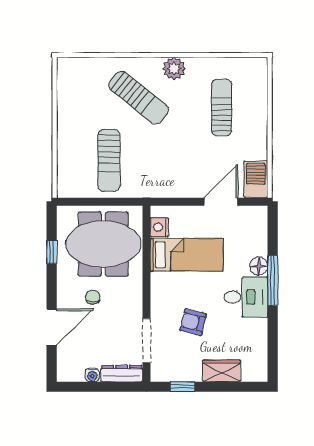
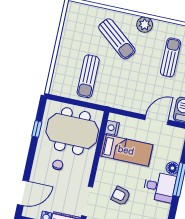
door: (52, 327) -> (23, 193), moved

